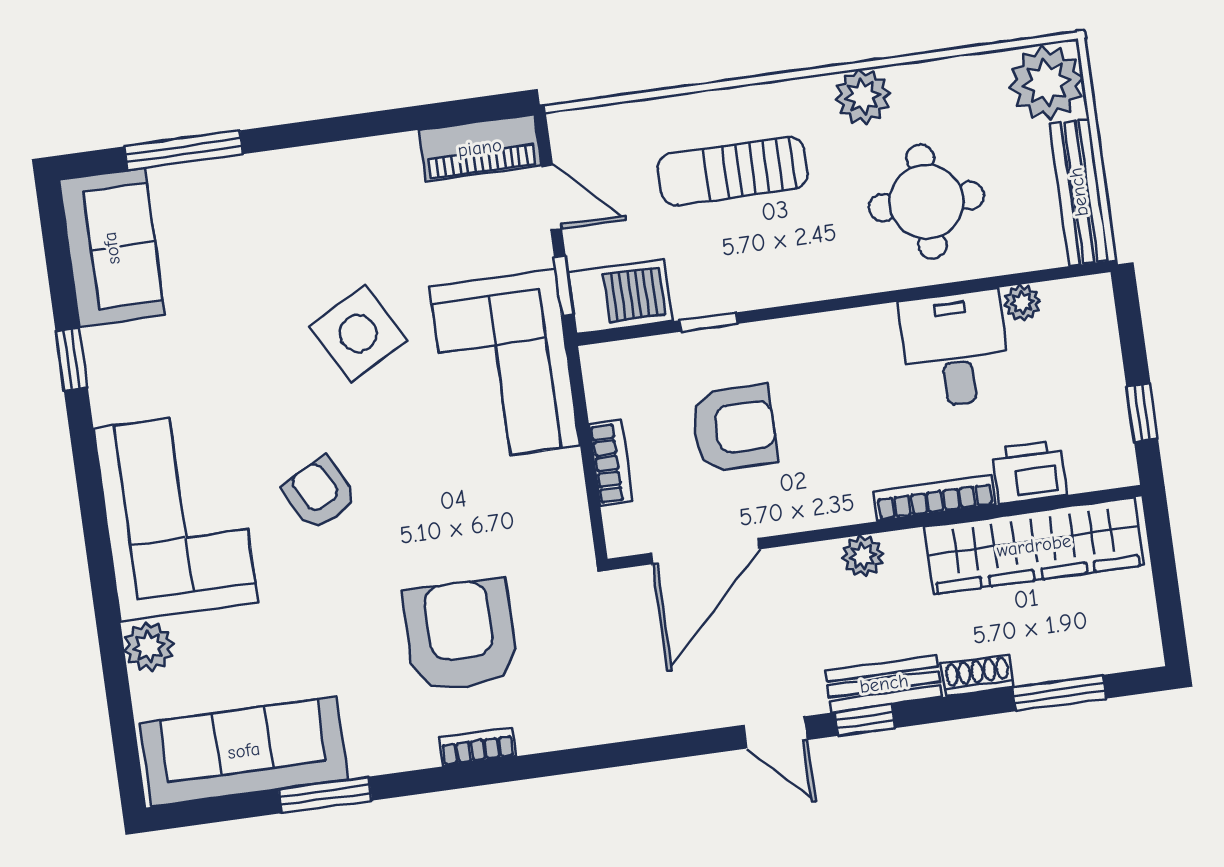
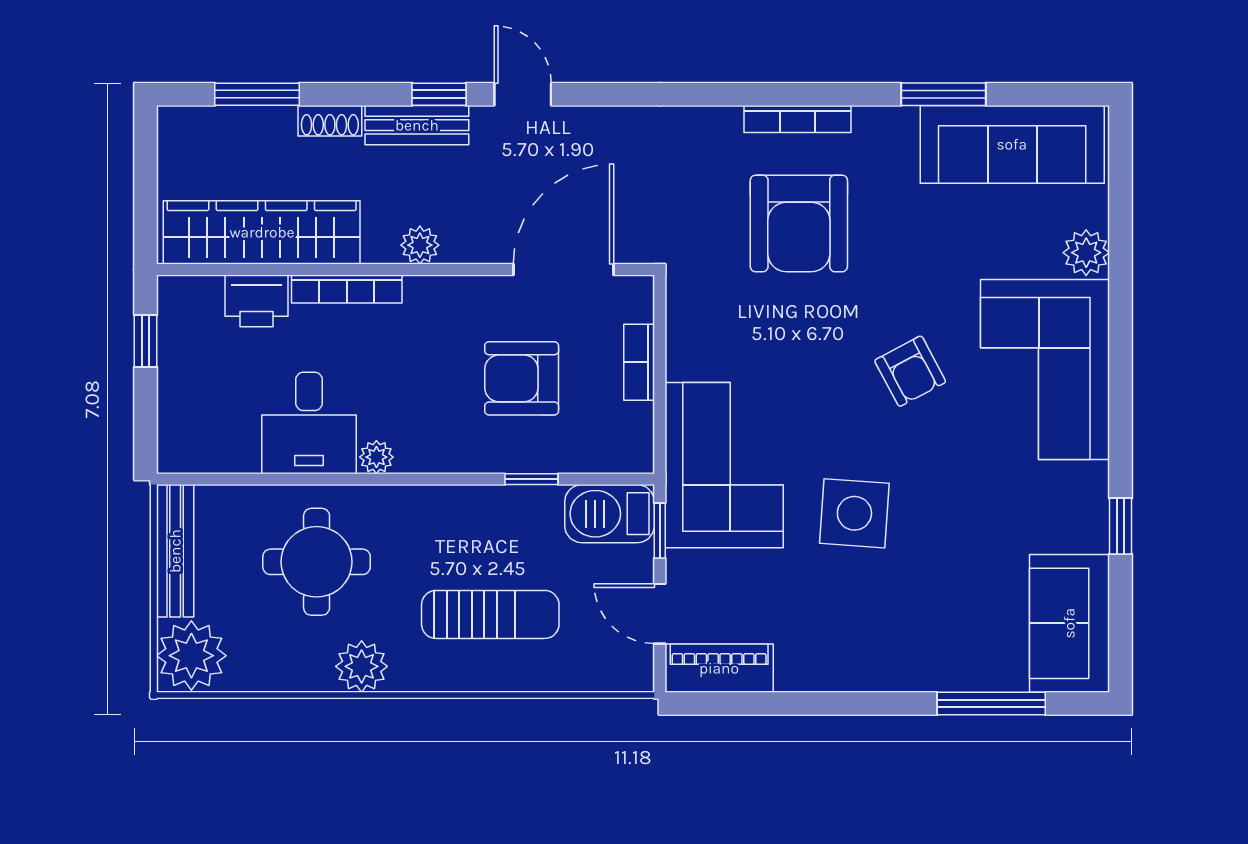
plant: (1022, 303) -> (376, 457), moved
side table: (358, 333) -> (854, 513), turned 33
bookcase: (478, 747) -> (798, 119), width x1.56

